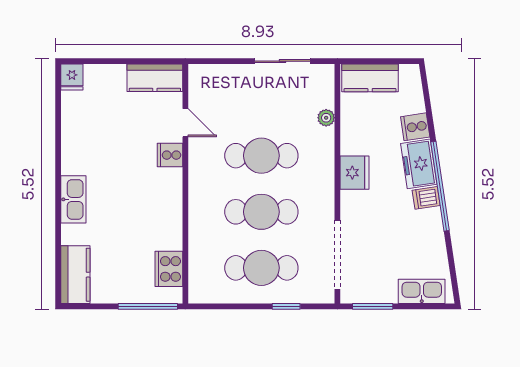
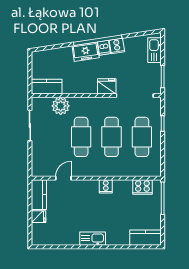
fridge: (72, 77) -> (39, 217), moved
kitchen counter: (370, 78) -> (47, 87), moved, turned -90
plant: (326, 118) -> (61, 106), width x1.88, depth x1.88
cooker: (415, 127) -> (117, 46), moved
cooker: (170, 155) -> (106, 186), moved
fridge: (355, 173) -> (107, 86), moved
kitchen sink: (73, 199) -> (93, 239), moved

